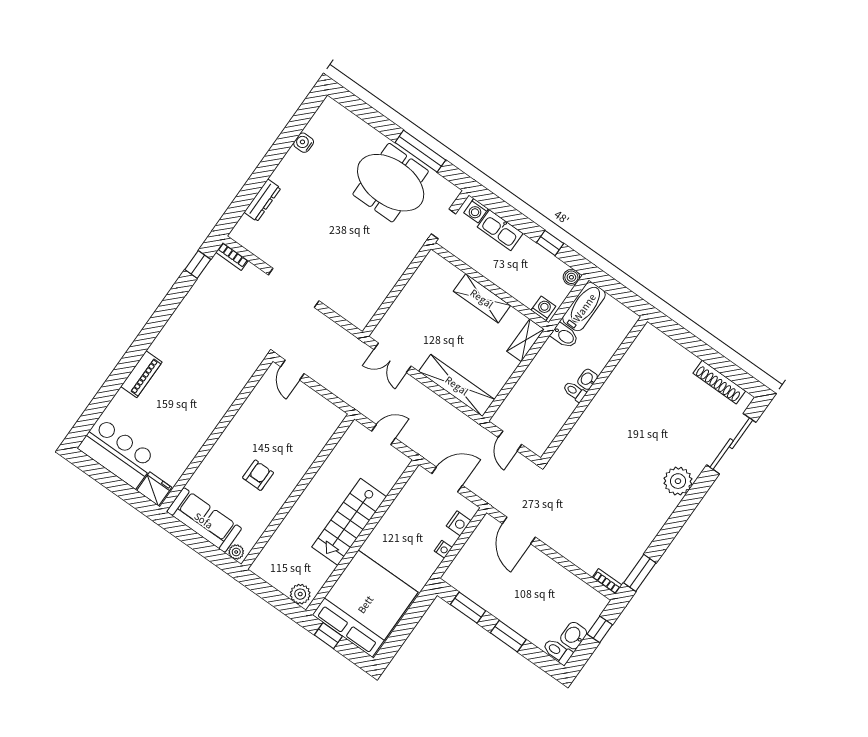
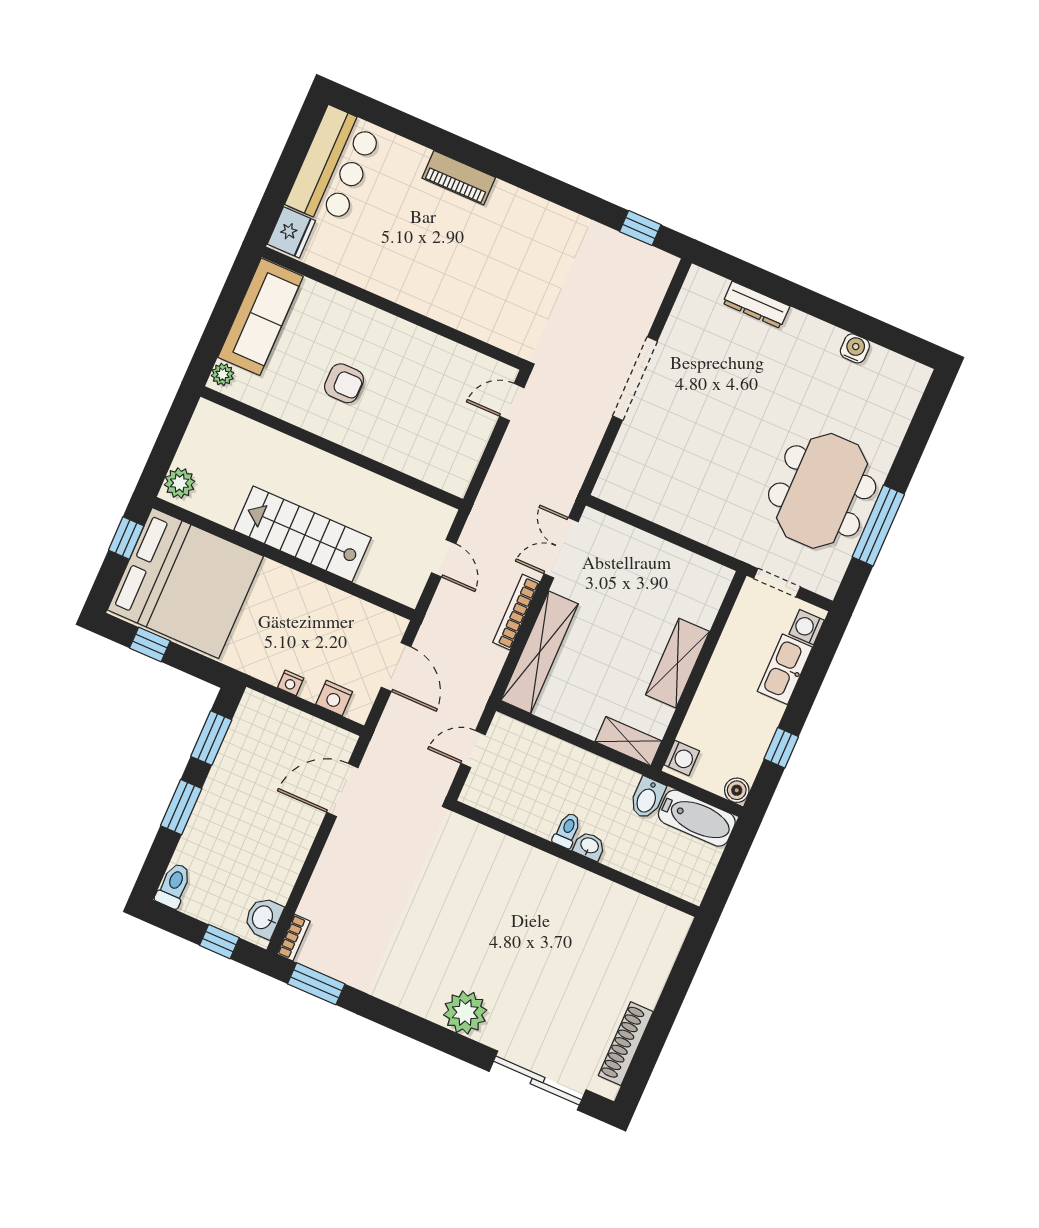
bookcase: (232, 256) -> (516, 612), moved, width x1.56
window: (400, 635) -> (150, 644), added
washbasin: (574, 636) -> (263, 918), moved, turned -90

